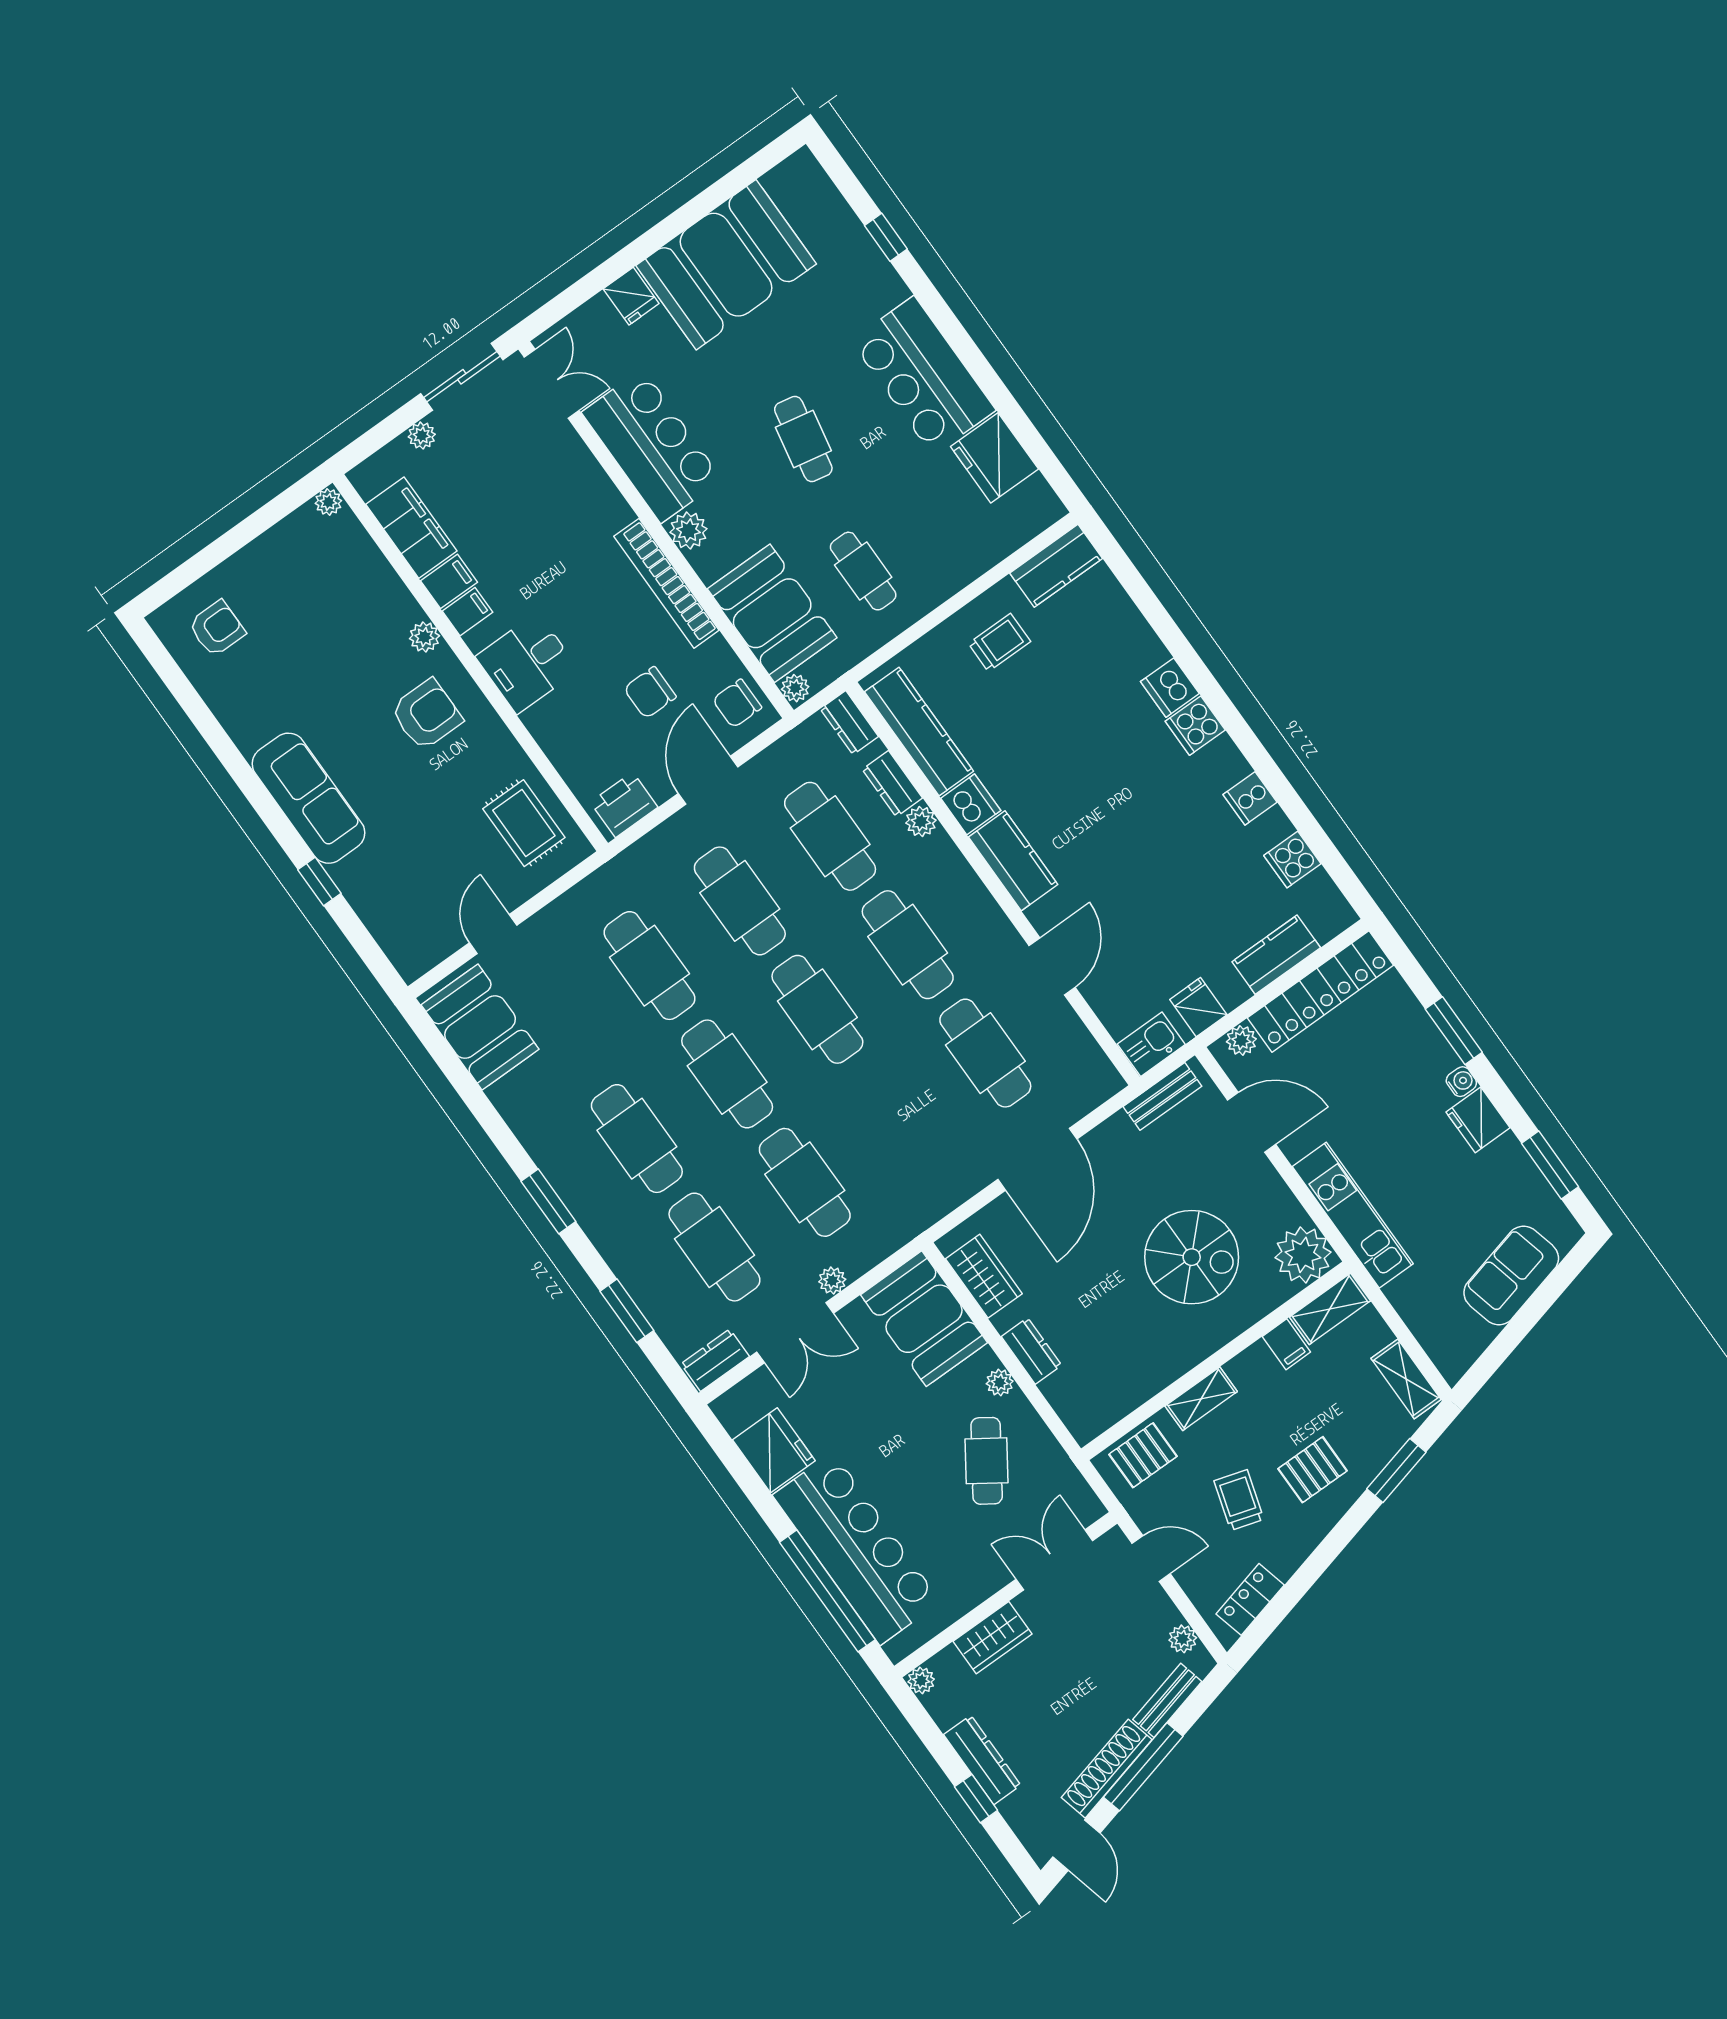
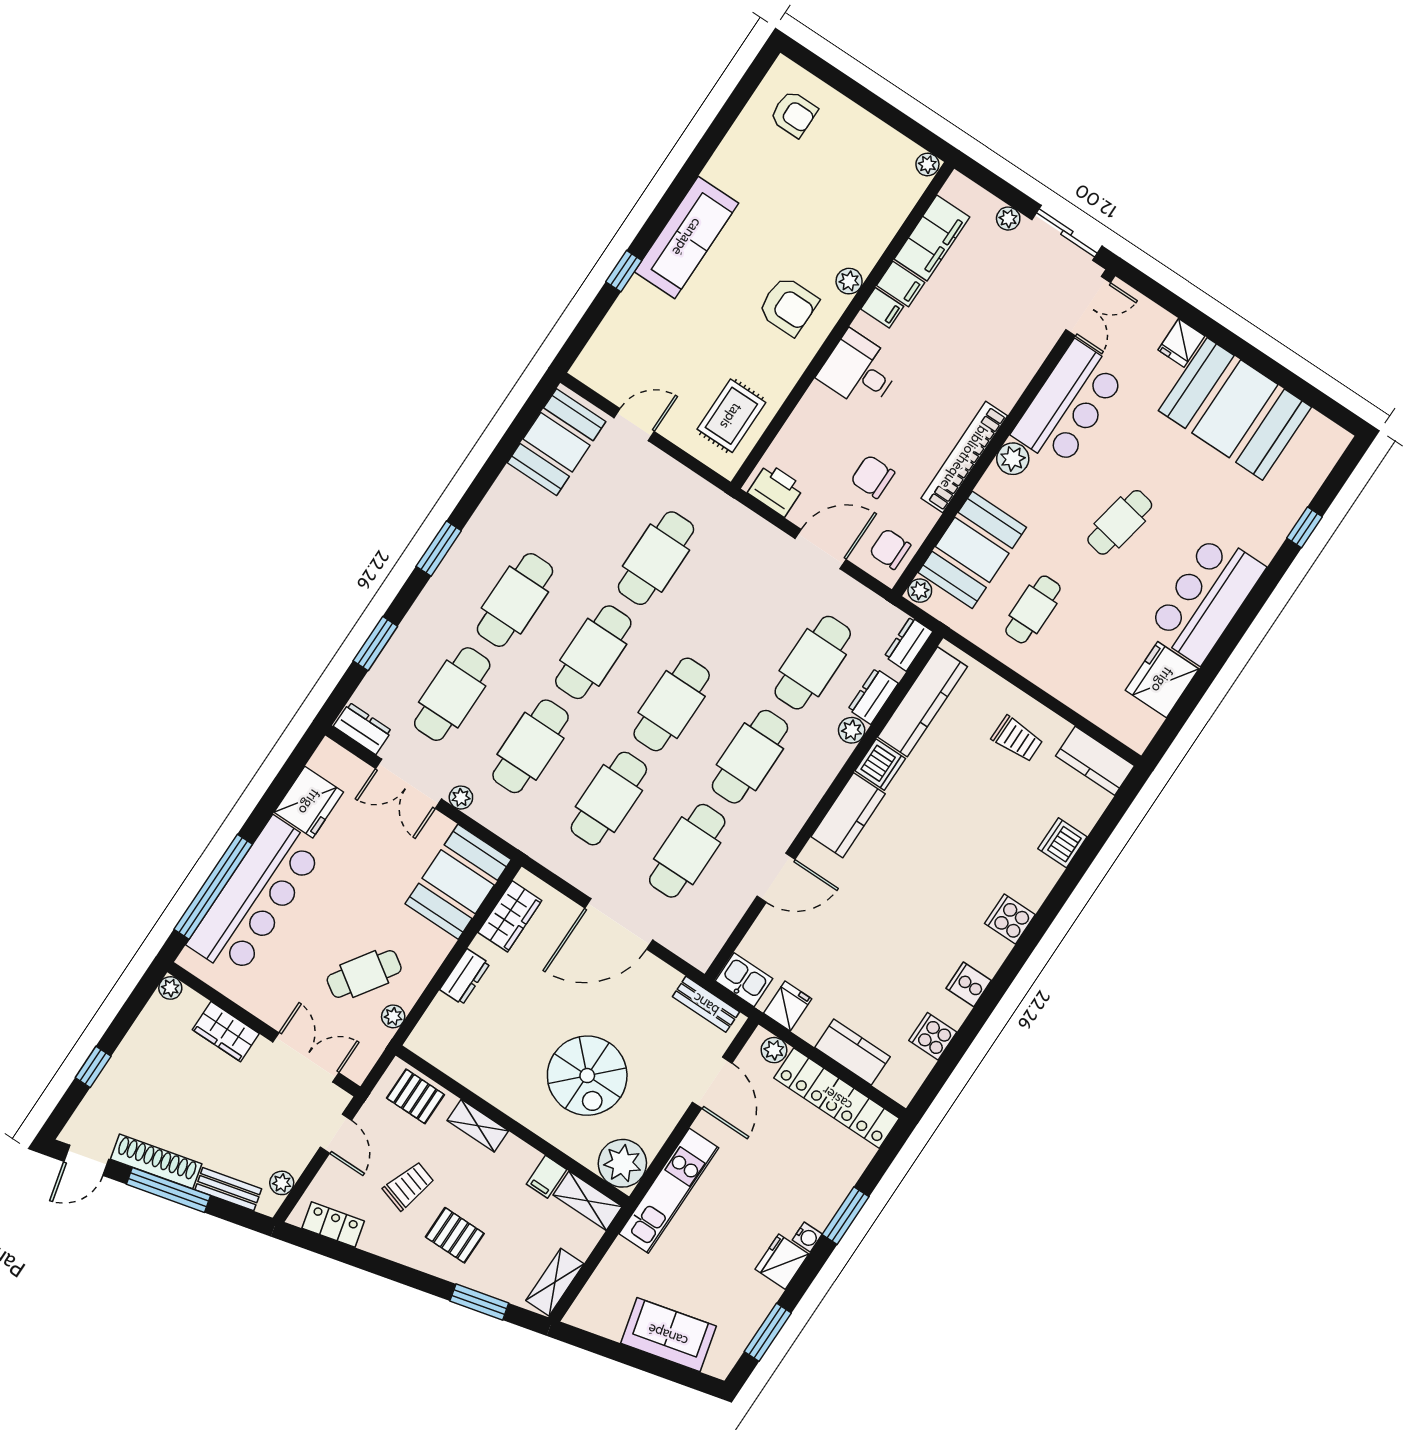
dishwasher: (1170, 688) -> (1062, 843), moved
cafe table: (740, 901) -> (609, 799), moved
plant: (1000, 1383) -> (393, 1016), moved
dresser: (982, 1760) -> (126, 1060), removed

